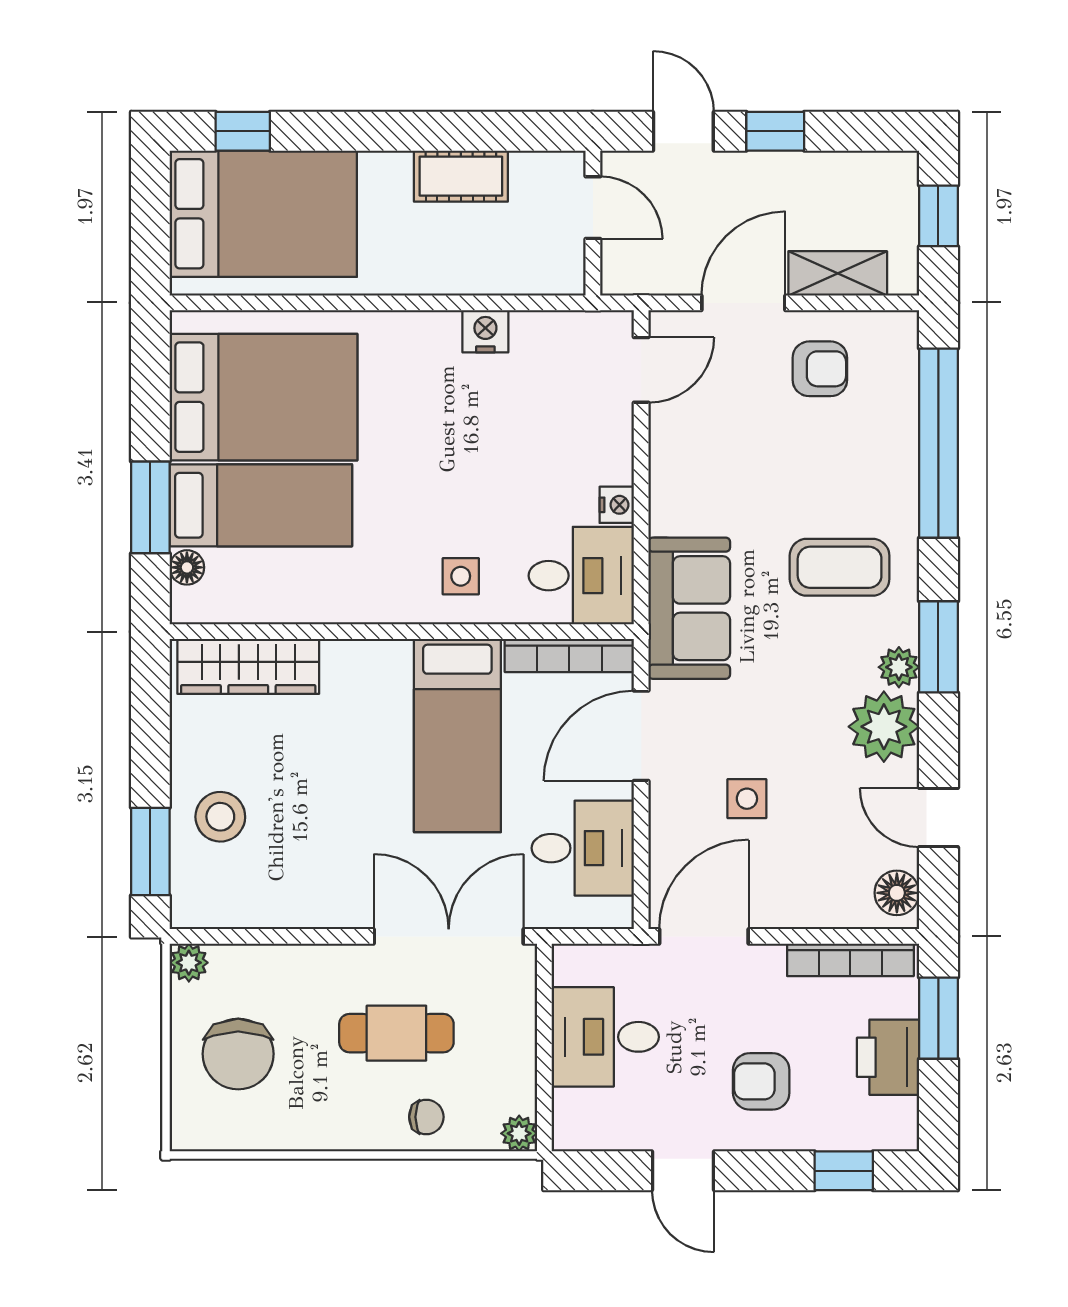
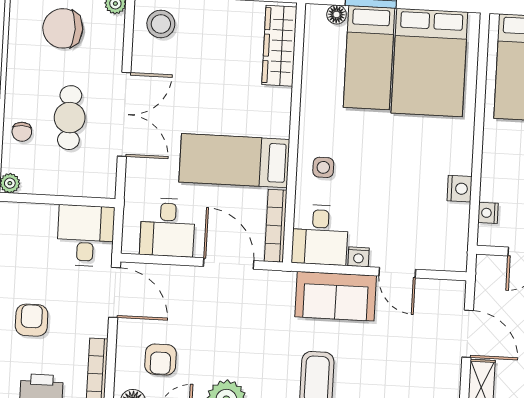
nightstand: (526, 278) -> (488, 213), added
armchair: (820, 369) -> (161, 359), moved
door: (641, 370) -> (397, 273), moved
sofa: (689, 608) -> (336, 296), moved
side table: (747, 799) -> (190, 321), removed
stool: (220, 817) -> (161, 24), moved
double door: (449, 936) -> (124, 114), moved
desk: (605, 1037) -> (86, 236), moved

